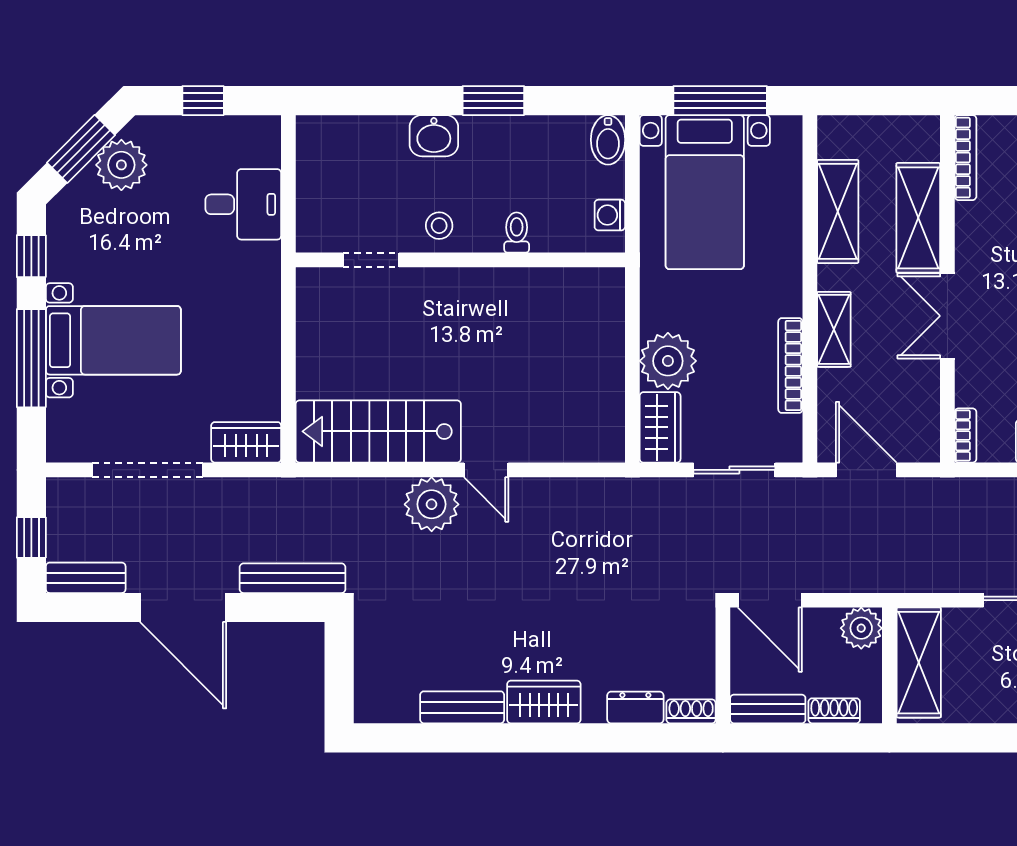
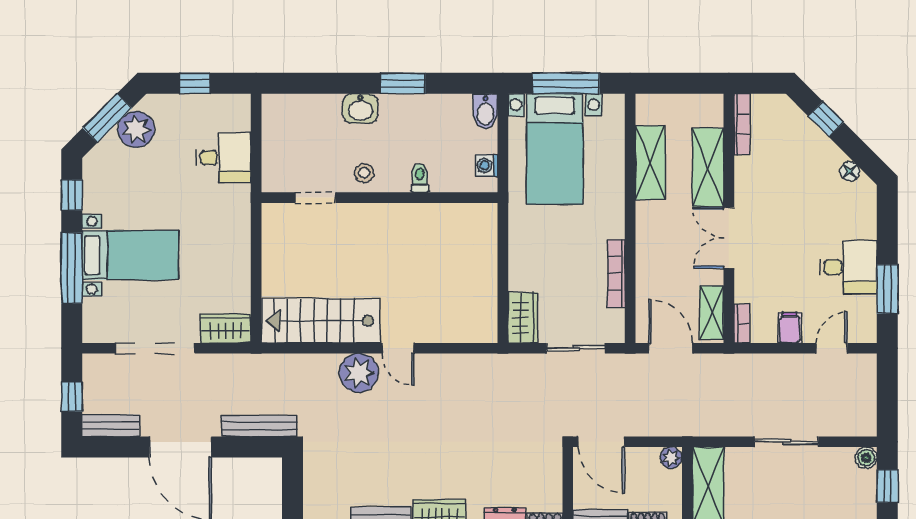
shelving: (834, 329) -> (712, 313), moved
plant: (668, 361) -> (528, 270), removed
plant: (861, 628) -> (671, 458), width x0.73, depth x0.73

